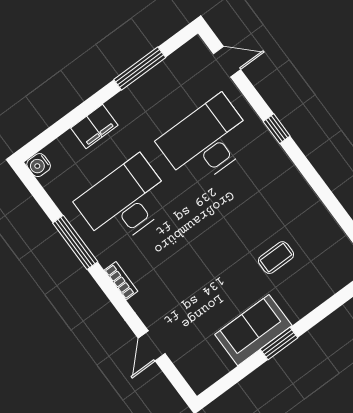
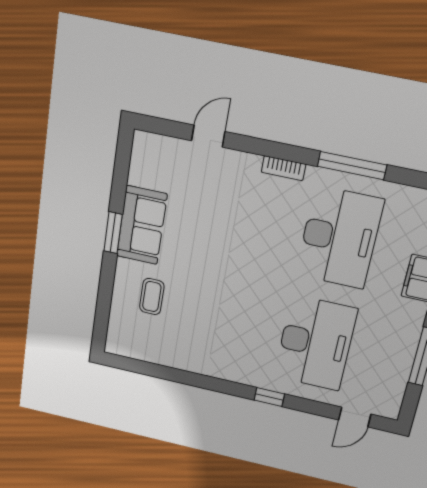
coffee table: (276, 258) -> (152, 297), moved
door: (152, 346) -> (208, 136), hinge flipped

